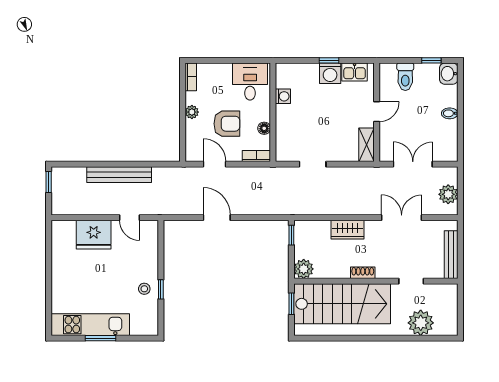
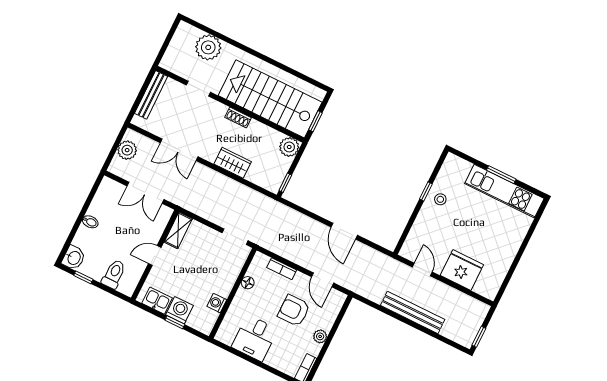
washing machine: (283, 96) -> (217, 303), moved
wall: (273, 112) -> (233, 293), moved
floor lamp: (264, 128) -> (248, 283), moved

